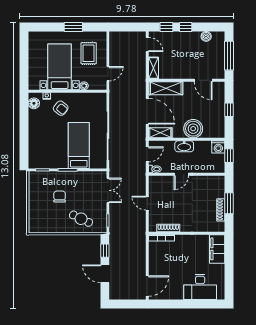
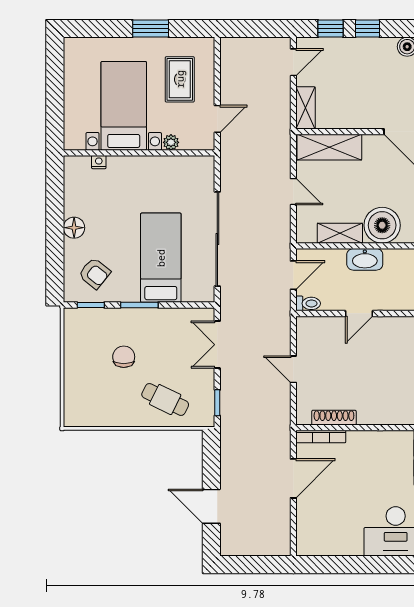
door: (147, 44) -> (293, 62), hinge flipped
floor lamp: (34, 103) -> (74, 228), moved
armchair: (61, 108) -> (95, 273), moved
door: (147, 111) -> (293, 192), width x0.53
shelving: (160, 133) -> (340, 233), moved
double door: (108, 190) -> (217, 345), swing flipped
window: (105, 251) -> (211, 461), removed
door: (147, 286) -> (293, 478), moved

